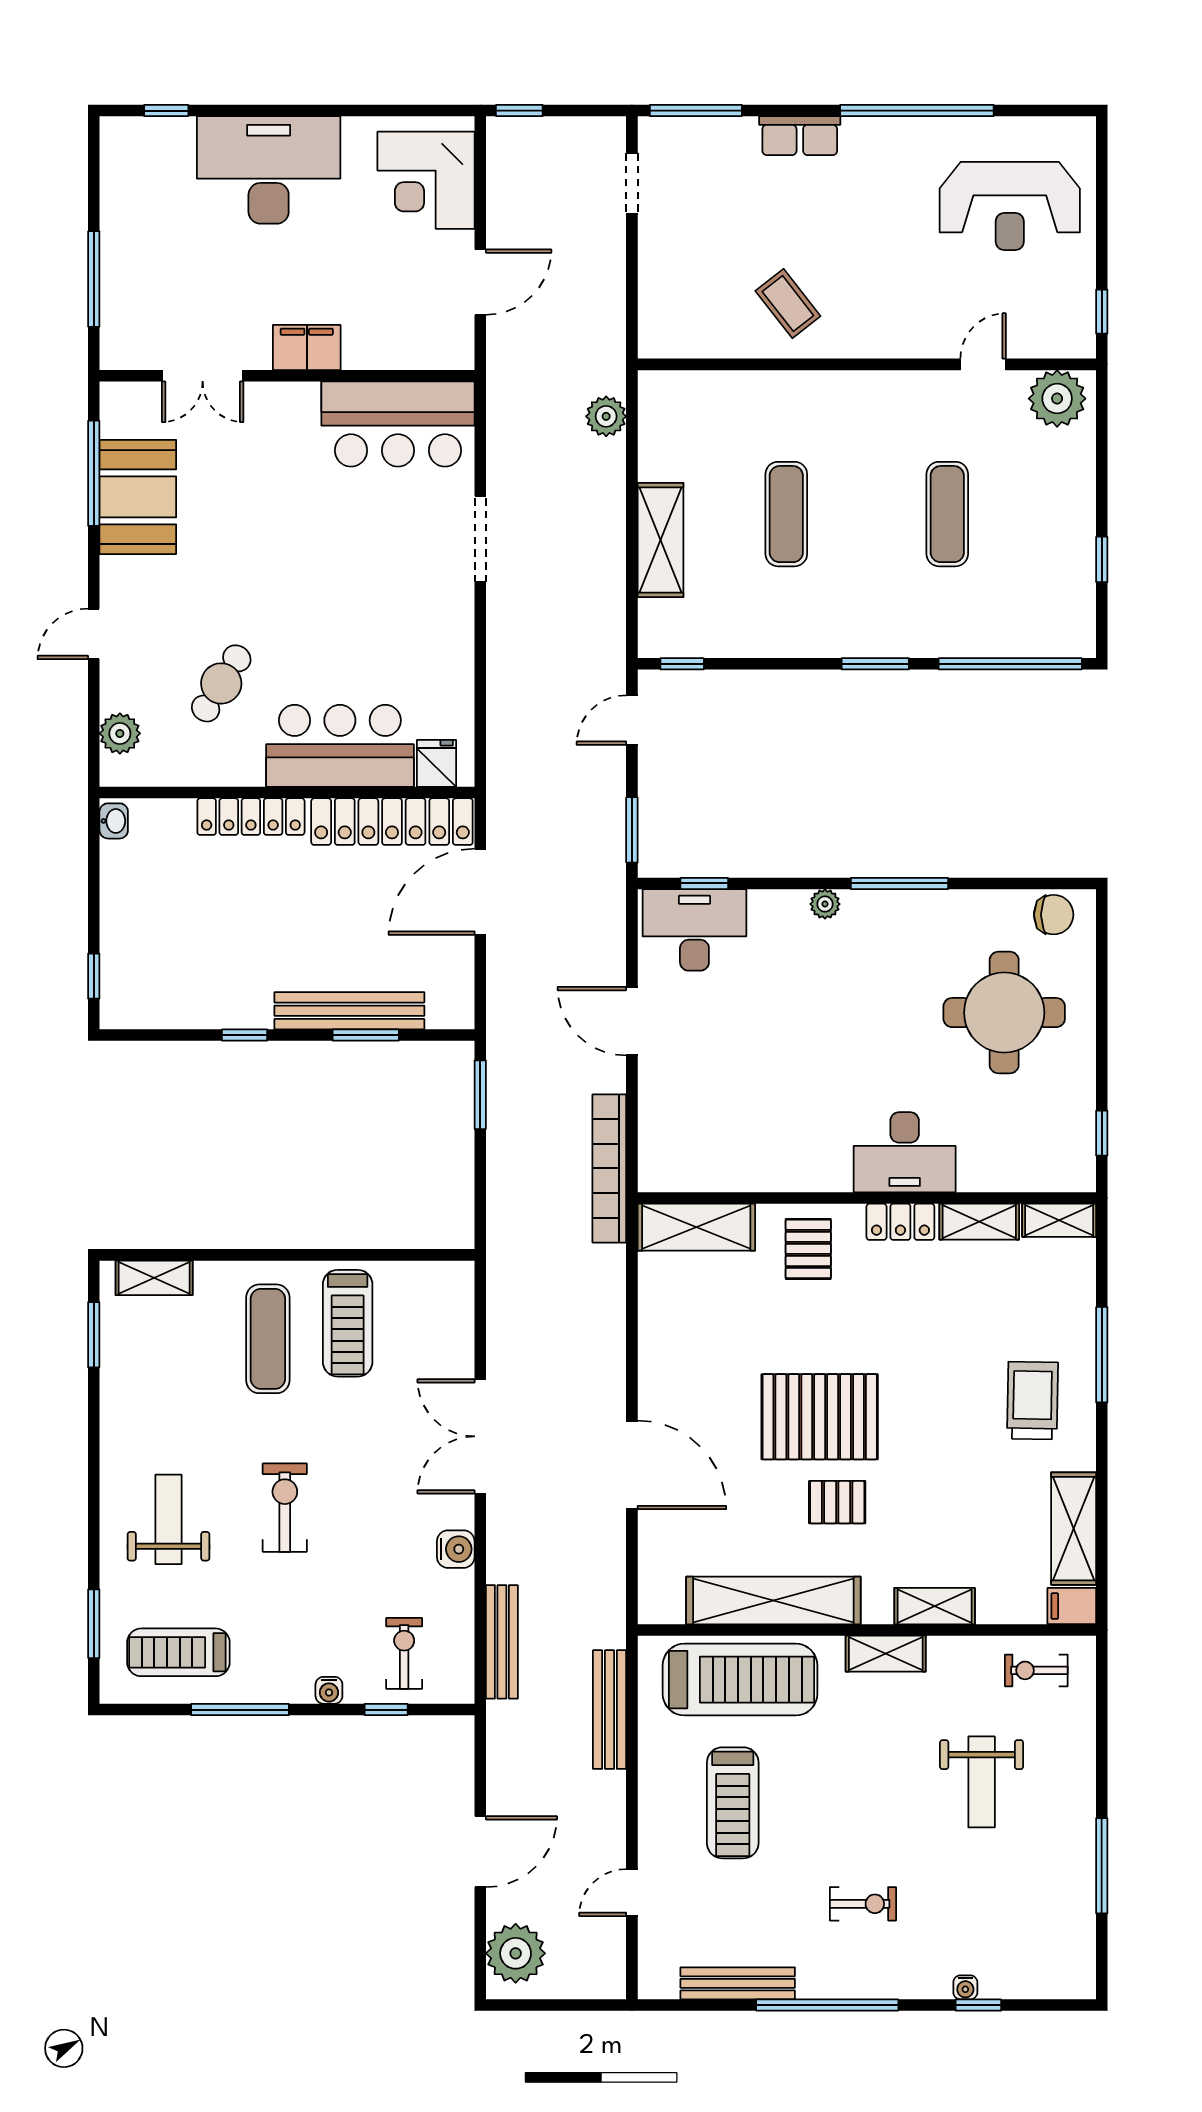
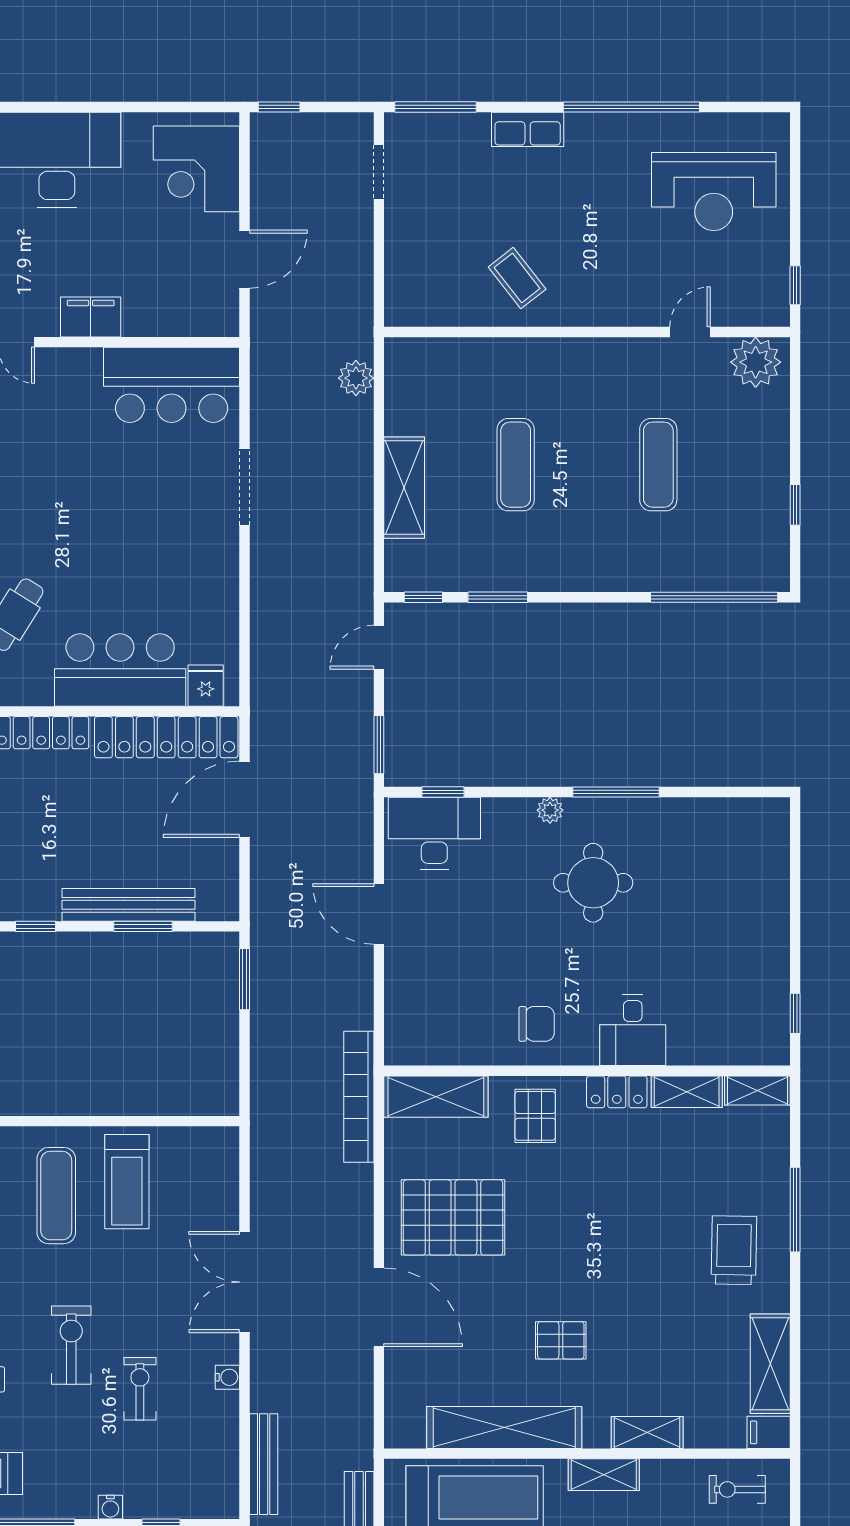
window: (875, 664) -> (498, 597), moved
chair: (1054, 915) -> (537, 1024), moved
round table: (1004, 1013) -> (593, 883), moved, width x0.73, depth x0.73
desk: (905, 1152) -> (633, 1030), width x0.73
bookcase: (609, 1168) -> (359, 1097), moved
pallet: (820, 1417) -> (453, 1217), moved
water cooler: (456, 1549) -> (227, 1377), width x0.72, depth x0.72
exercise bike: (404, 1653) -> (140, 1389), moved

